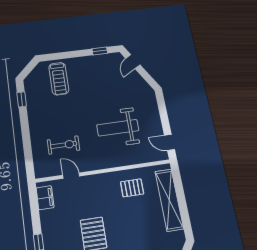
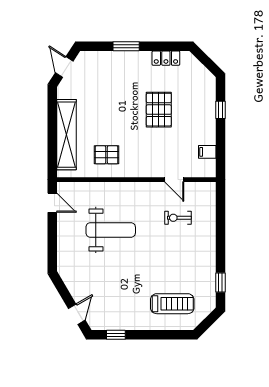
treadmill: (59, 79) -> (172, 304), turned 90
exercise bike: (64, 145) -> (178, 218), width x0.73, depth x0.72
filing cabinet: (45, 198) -> (207, 152), width x0.50

